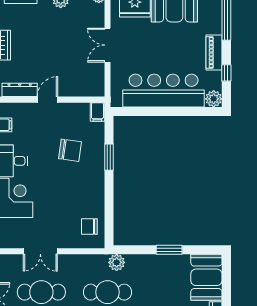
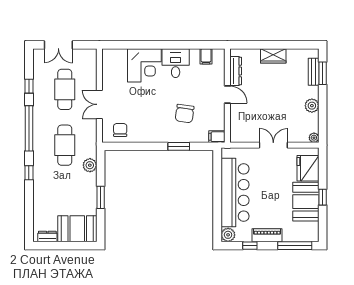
double door: (40, 251) -> (99, 104), moved
plant: (117, 262) -> (90, 165), moved

